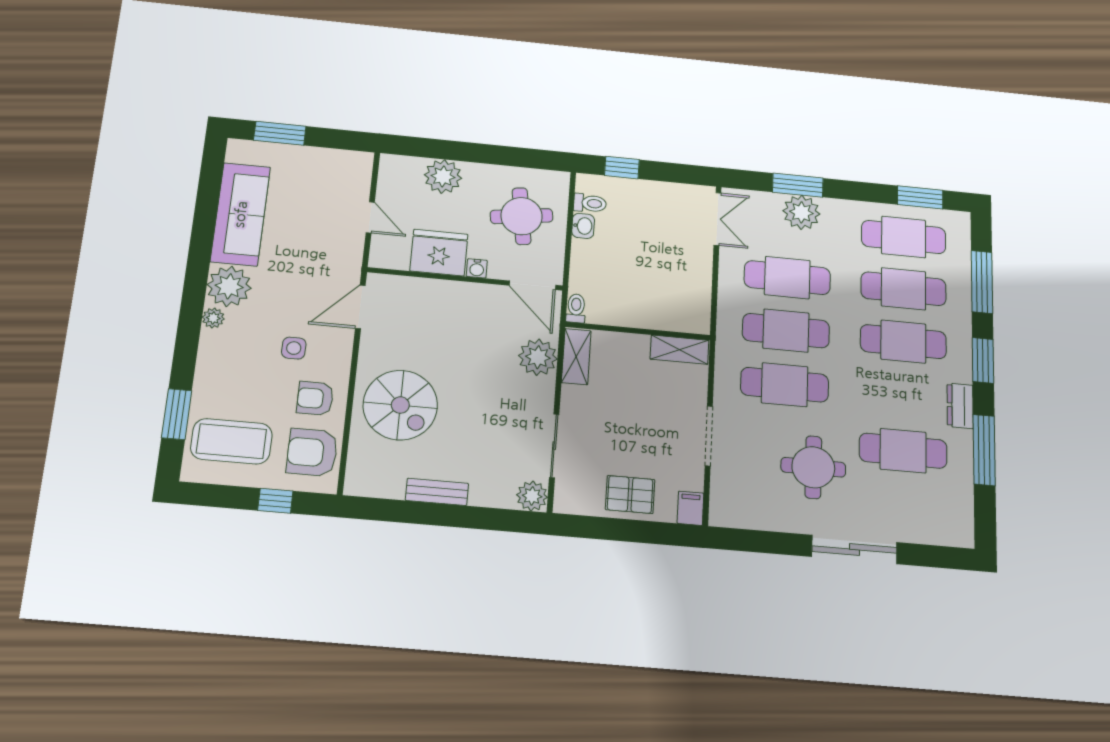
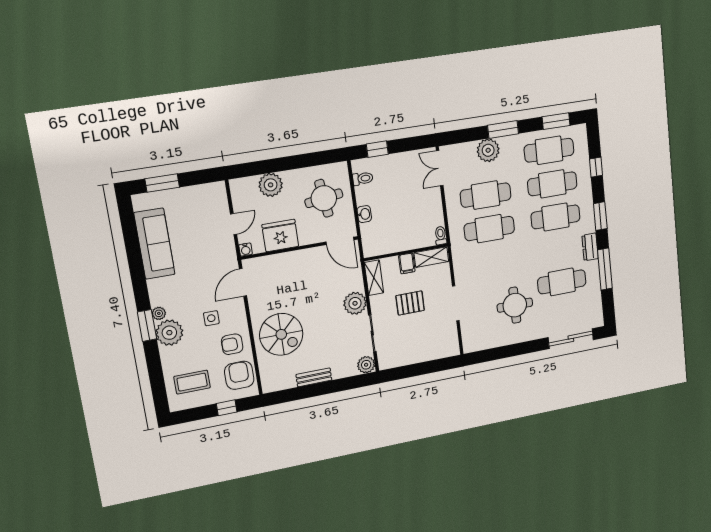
window: (798, 185) -> (503, 129), moved
door: (370, 217) -> (234, 224), hinge flipped
double door: (717, 219) -> (440, 168), swing flipped
washbasin: (583, 226) -> (364, 214), moved
water cooler: (477, 268) -> (246, 250), moved
window: (982, 282) -> (596, 167), width x0.46
plant: (229, 286) -> (169, 333), moved
toilet: (576, 308) -> (441, 235), moved
plant: (538, 357) -> (355, 303), moved
cafe table: (785, 385) -> (493, 262), removed
window: (177, 414) -> (147, 325), moved
coffee table: (231, 441) -> (192, 382), width x0.73, depth x0.76
armchair: (312, 452) -> (239, 375), turned 90
pallet: (630, 495) -> (410, 303), moved
filing cabinet: (690, 508) -> (407, 263), moved, turned 180
sliding door: (854, 550) -> (571, 339), moved

